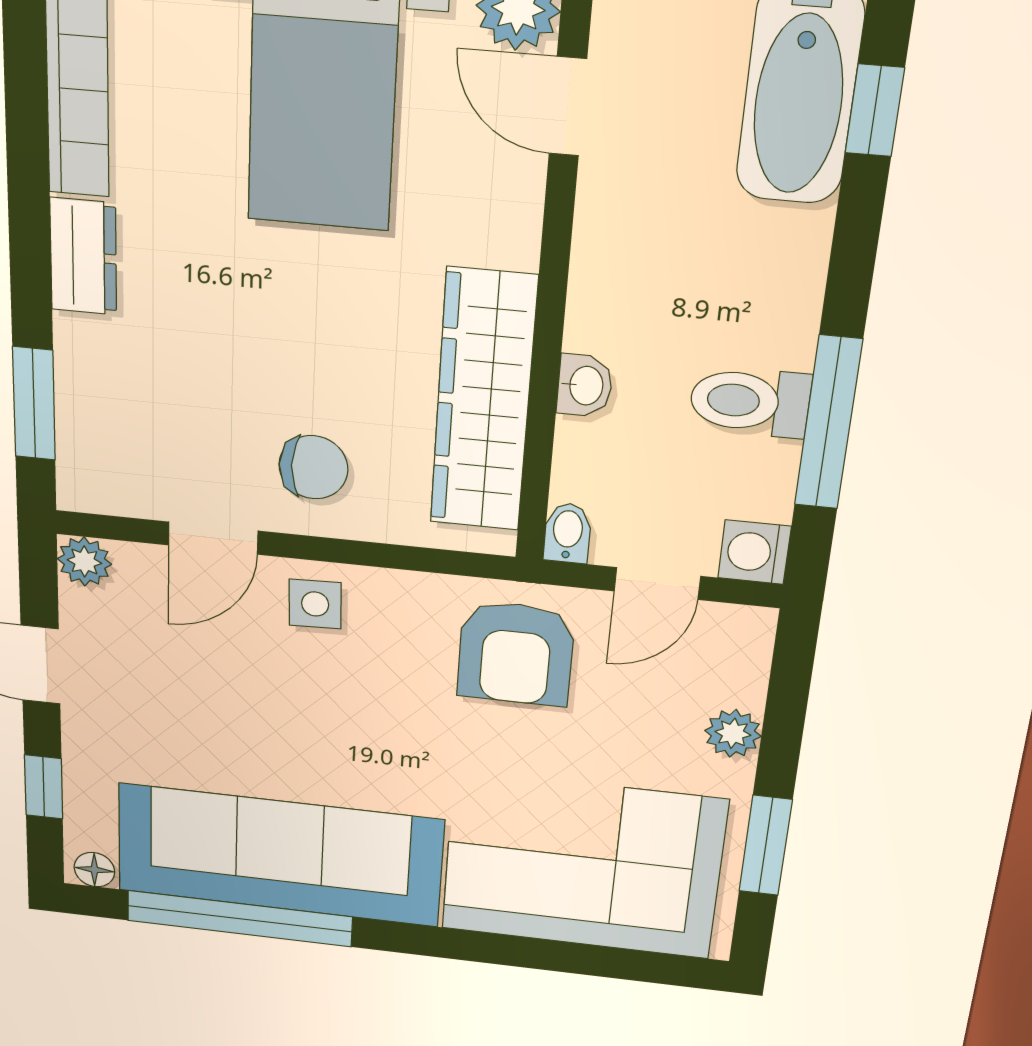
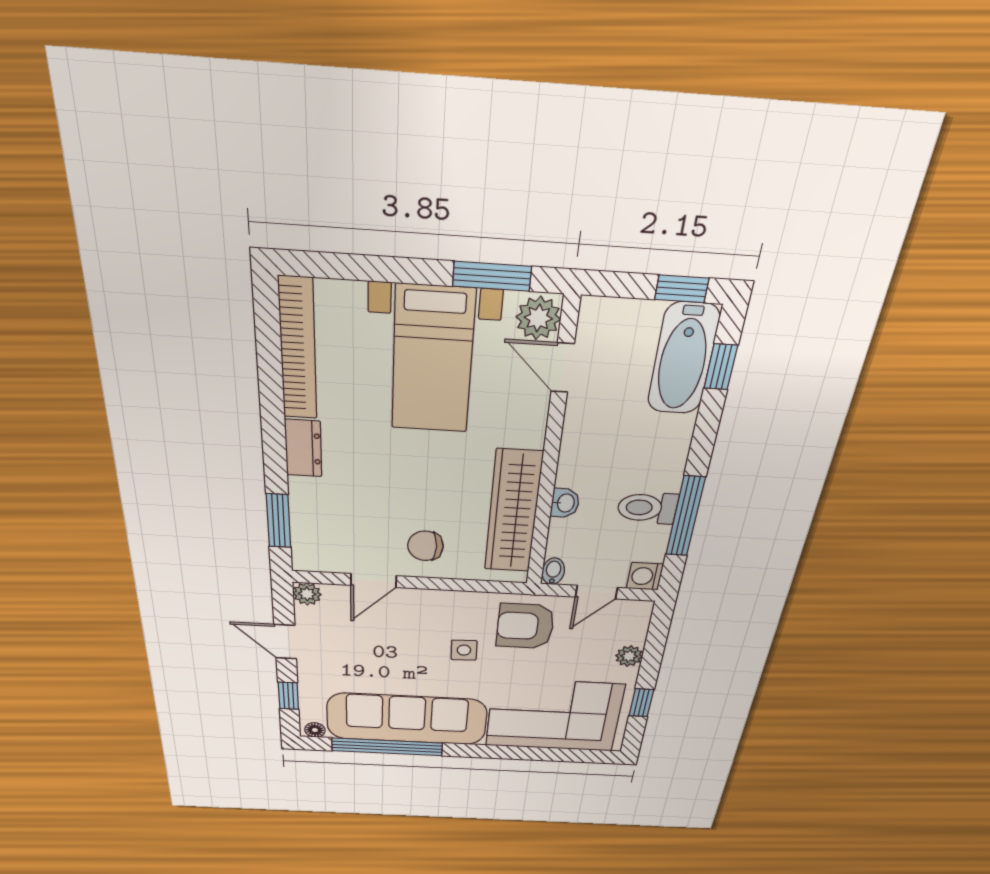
chair: (313, 467) -> (425, 546), turned 180
side table: (315, 604) -> (464, 650), moved
armchair: (516, 653) -> (525, 626), turned 90
window: (766, 846) -> (641, 703), width x0.67

